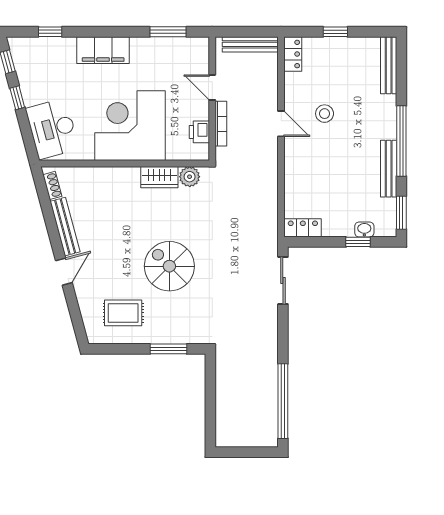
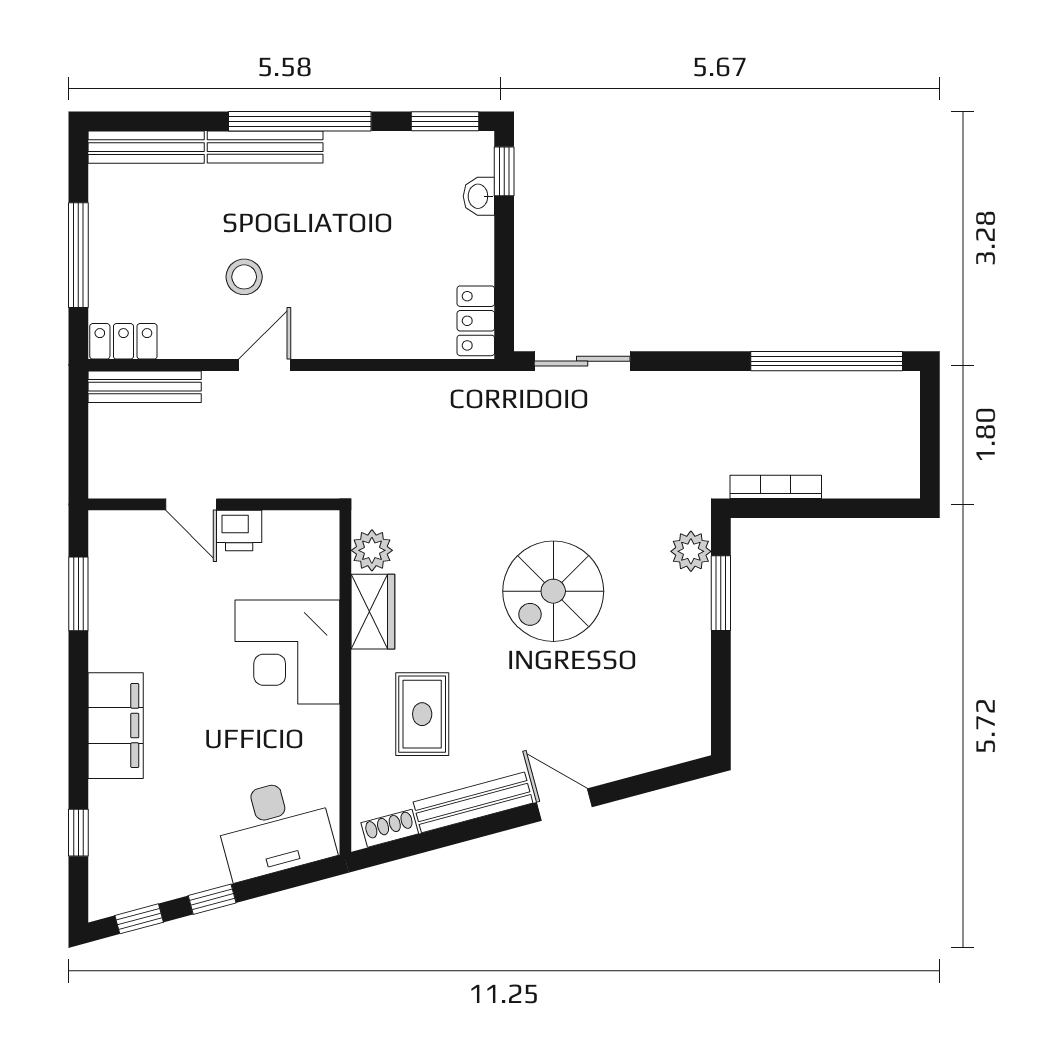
window: (335, 32) -> (78, 255), width x2.17
bench: (250, 44) -> (145, 387), moved, turned 90
door: (212, 87) -> (191, 504), hinge flipped
bookcase: (221, 124) -> (776, 487), moved
corner desk: (130, 126) -> (287, 652), width x0.74, depth x0.74
printer: (199, 132) -> (239, 531), moved
bench: (389, 169) -> (265, 147), moved
window: (358, 242) -> (504, 171), moved
rug: (123, 313) -> (422, 714), moved
plant: (189, 334) -> (691, 551), added

